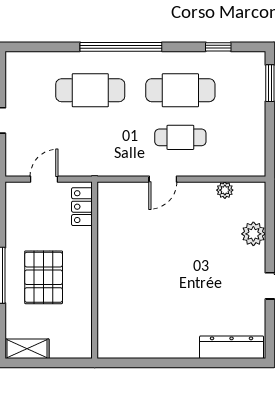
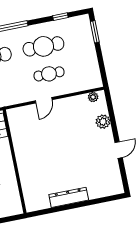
plant: (225, 190) -> (93, 97), moved
dresser: (232, 347) -> (69, 197), moved

